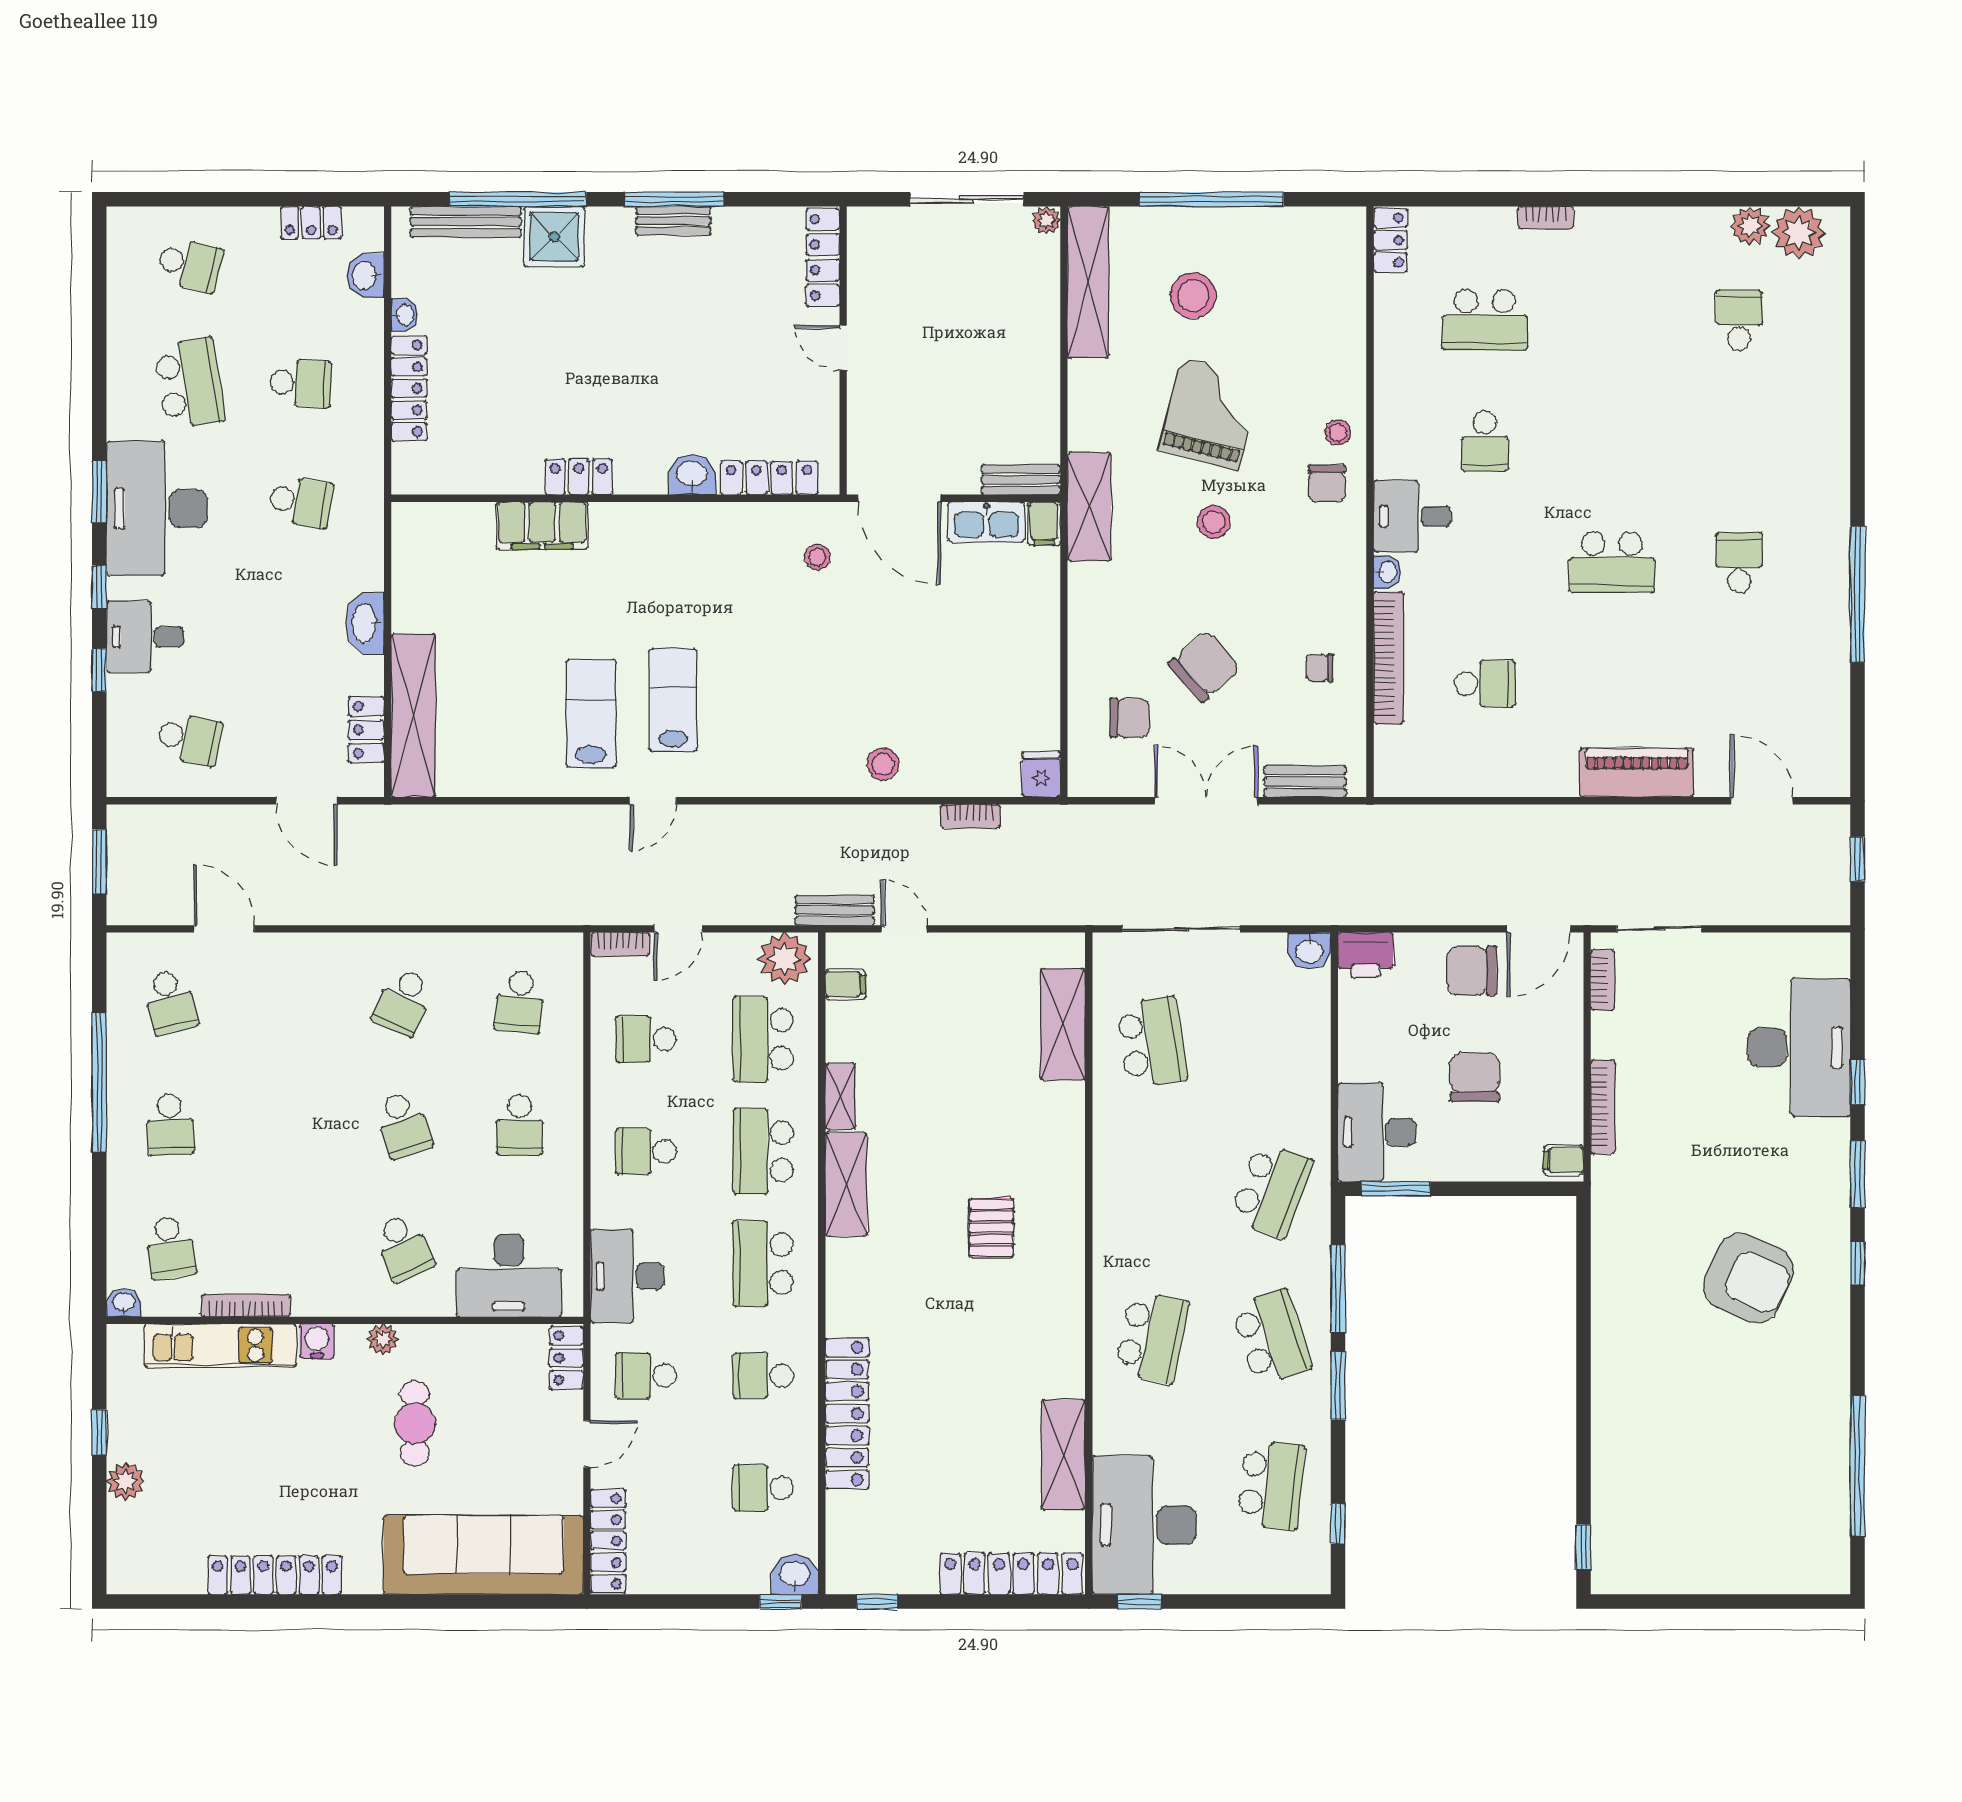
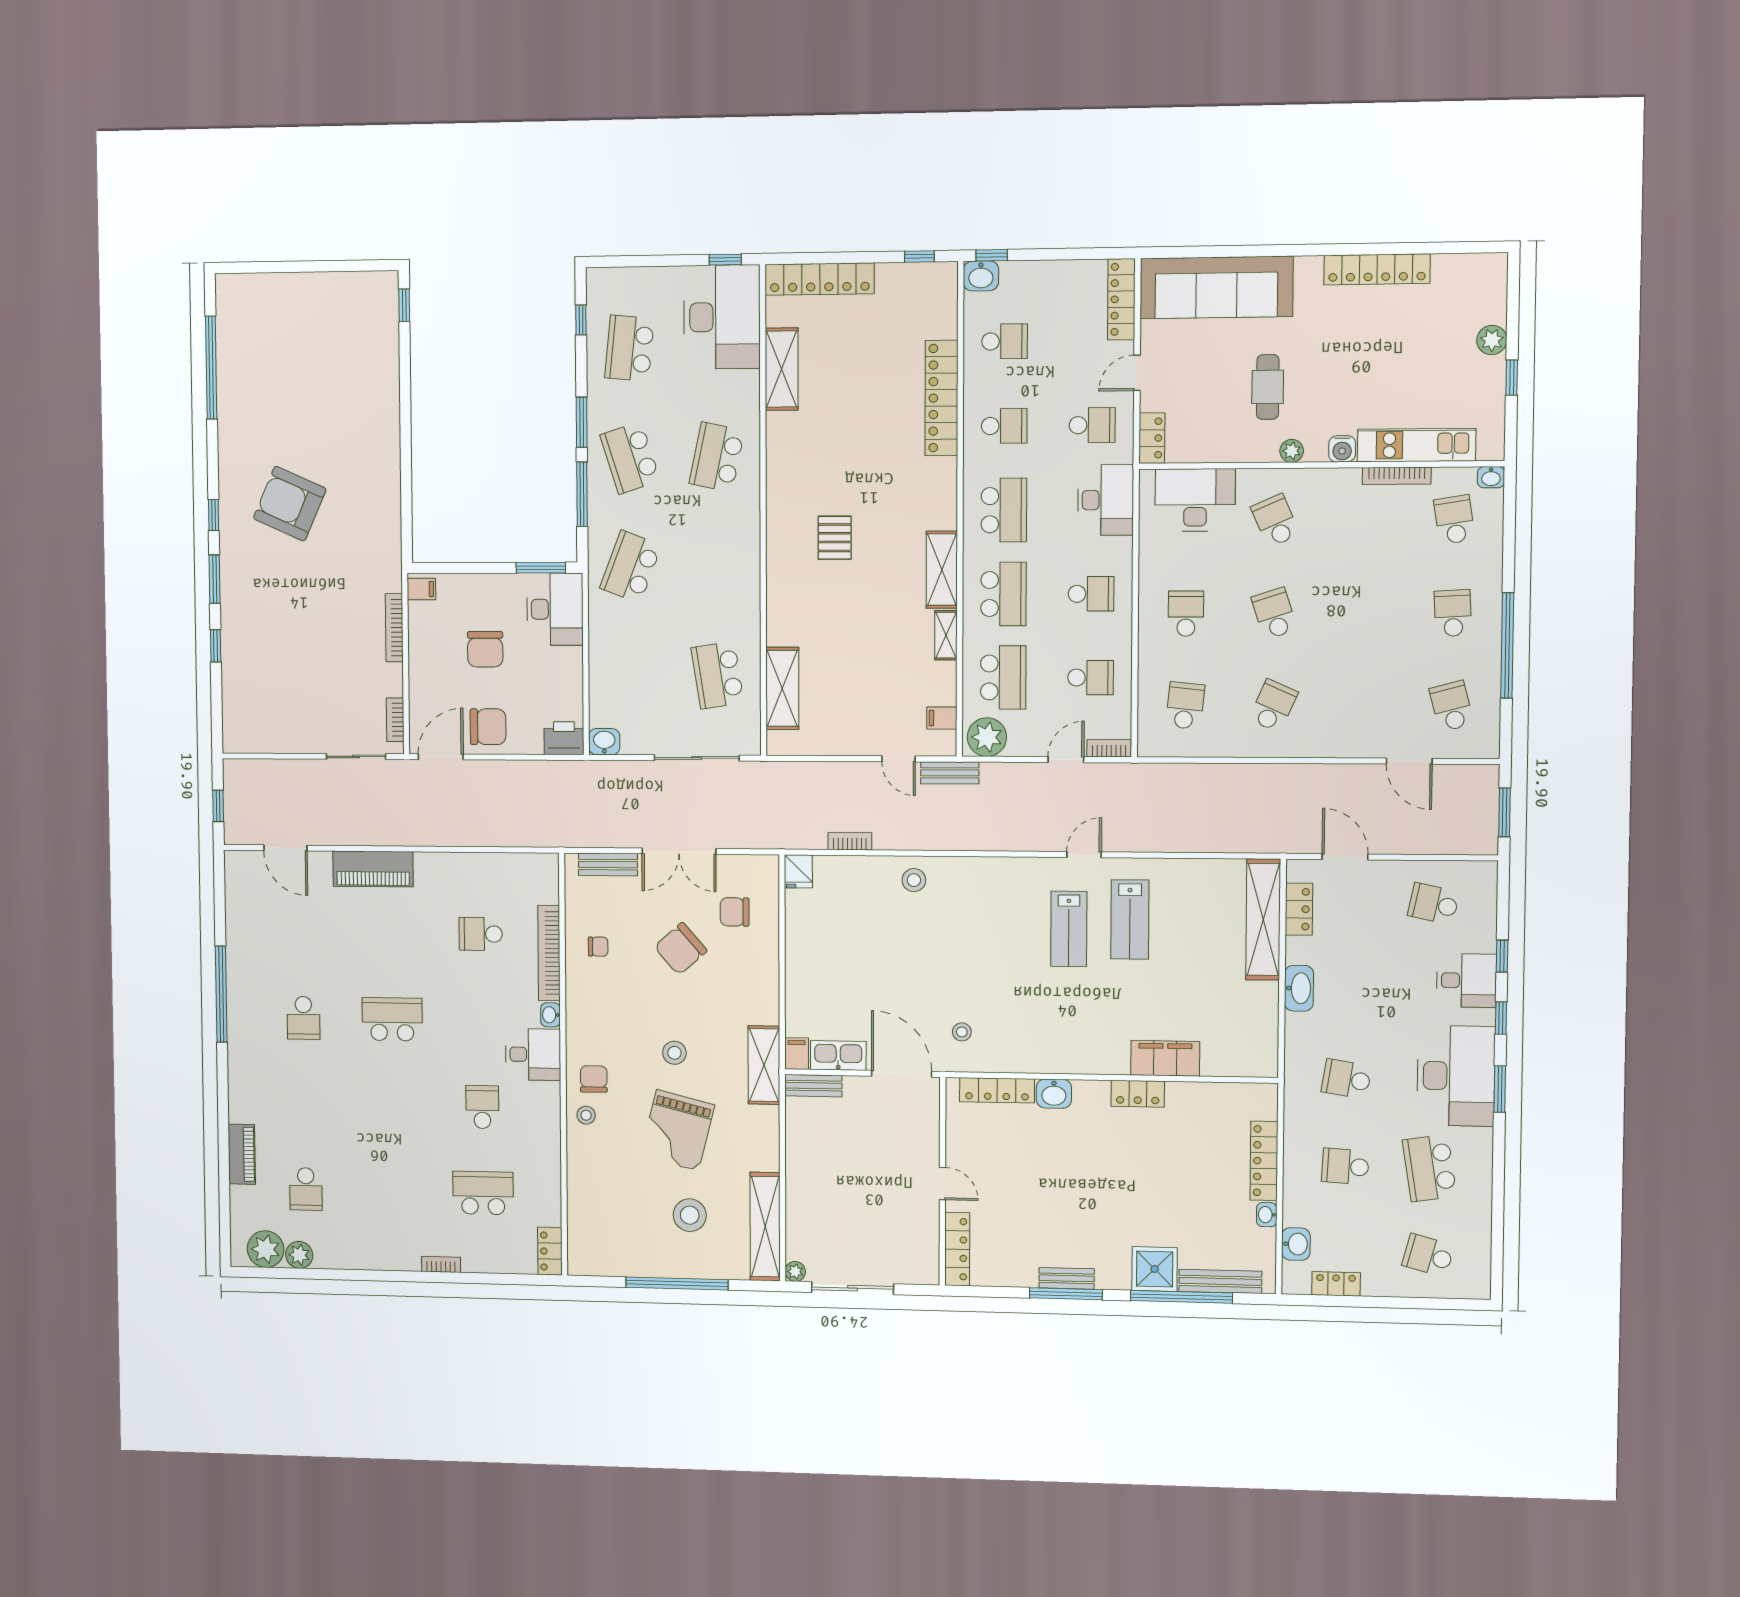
piano: (1831, 368) -> (242, 1154), added
desk: (1799, 1047) -> (257, 671), removed

